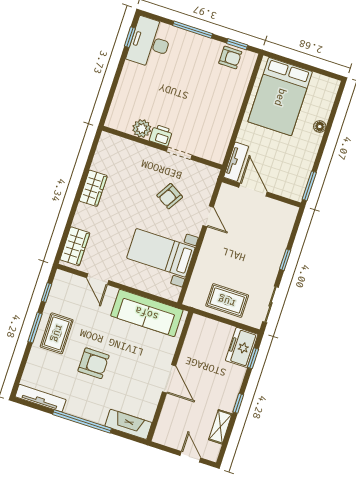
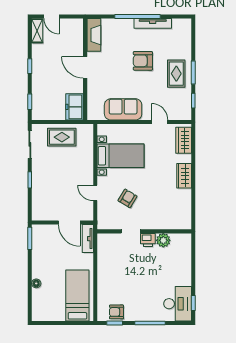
bed: (280, 97) -> (77, 296), width x0.67
wardrobe: (93, 188) -> (184, 176), moved
sofa: (147, 313) -> (123, 109), width x0.73
freezer: (242, 347) -> (75, 107), moved, turned 180
tv unit: (41, 398) -> (153, 23), moved
fireplace: (128, 424) -> (94, 35), moved, turned -90
shelving: (220, 427) -> (37, 31), moved

